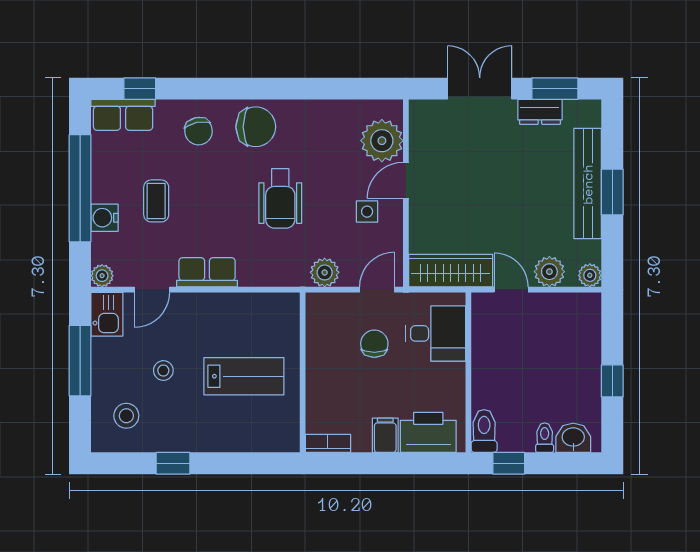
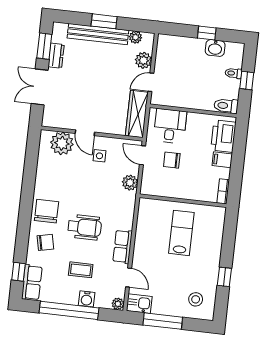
wheelchair: (280, 198) -> (85, 227), moved
plant: (590, 275) -> (135, 37), moved
stool: (163, 371) -> (173, 276), removed
washbasin: (573, 438) -> (215, 48), moved, turned -90
window: (509, 463) -> (247, 81), moved

